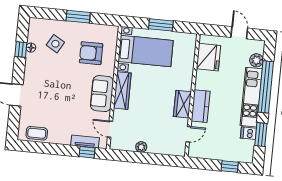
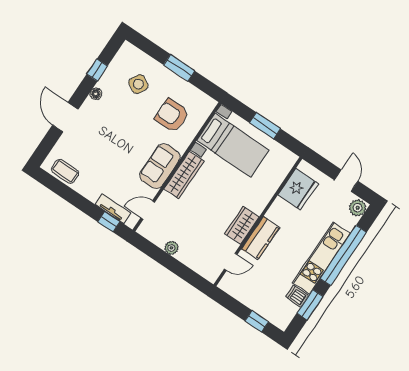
floor lamp: (31, 48) -> (96, 94), moved
plant: (256, 60) -> (358, 208), moved
door: (110, 129) -> (148, 210), hinge flipped

